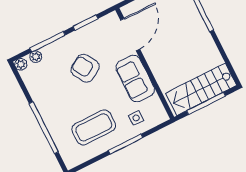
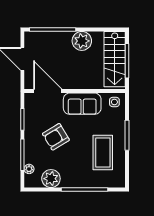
plant: (203, 44) -> (82, 41), added
plant: (21, 64) -> (51, 179), moved, width x1.88, depth x1.88
side table: (136, 118) -> (114, 102), moved

